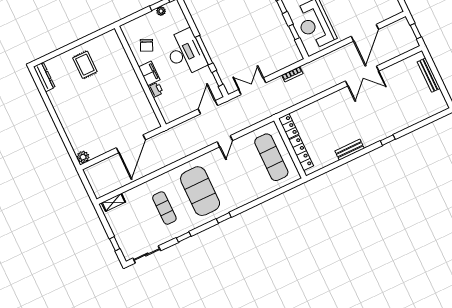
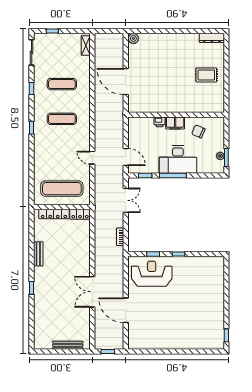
exercise mat: (200, 191) -> (62, 119), width x0.50, depth x0.69

